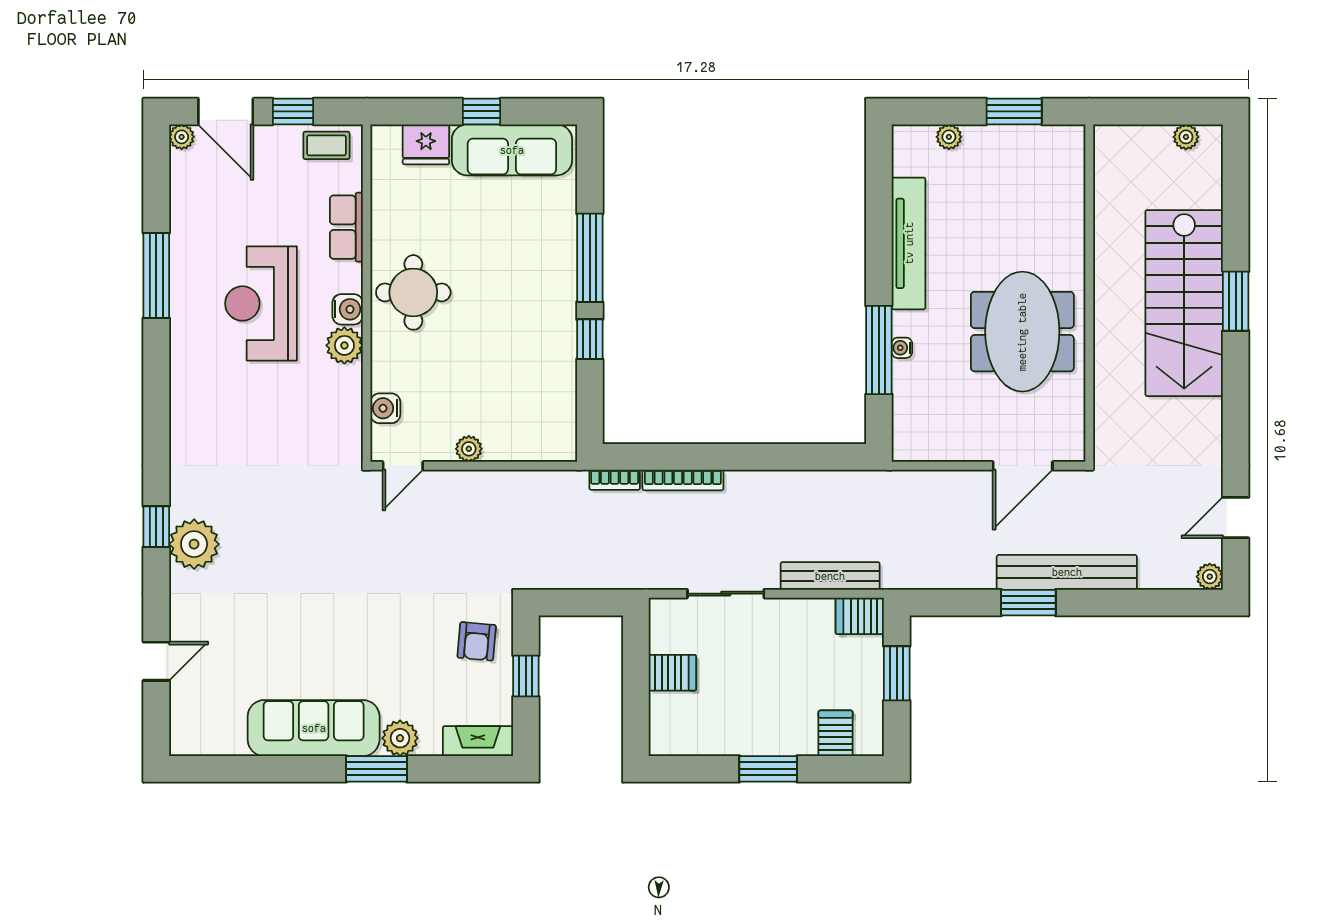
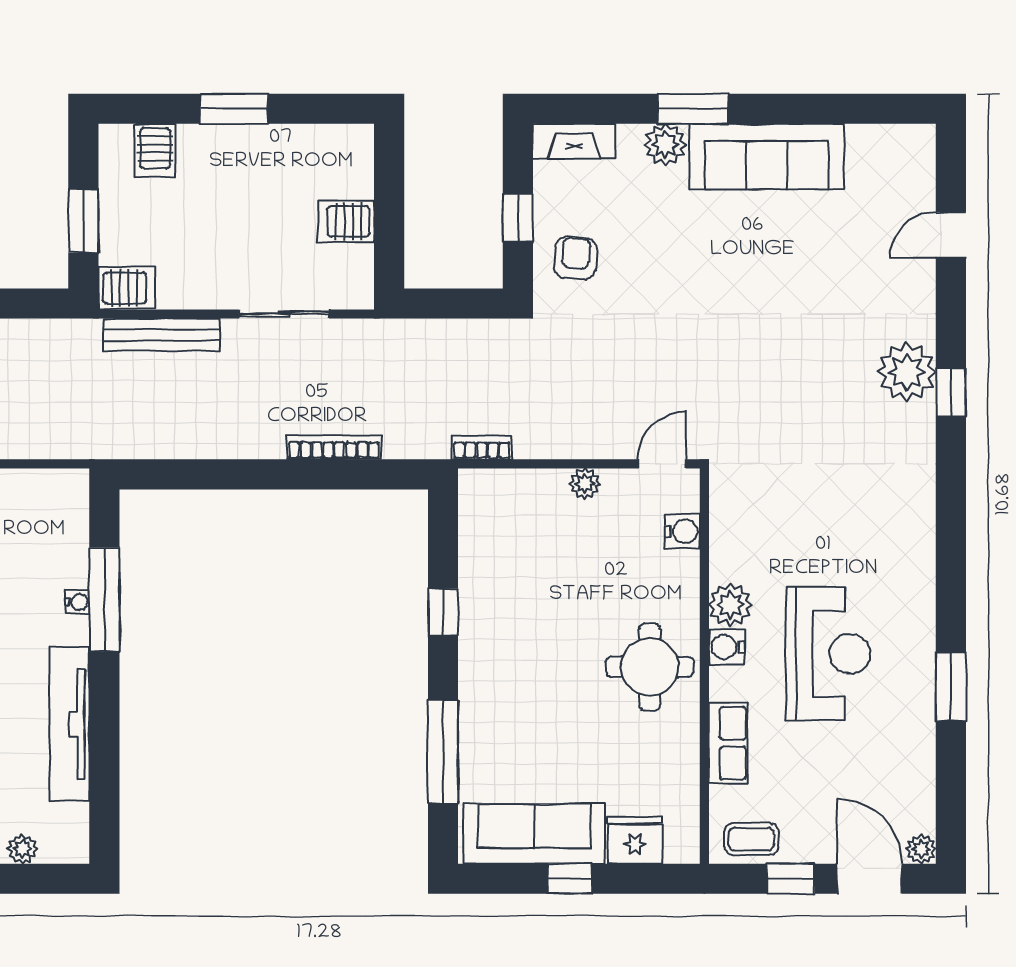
window: (590, 258) -> (443, 752), moved
window: (156, 276) -> (951, 687), width x0.69
bookcase: (615, 480) -> (482, 447), moved

